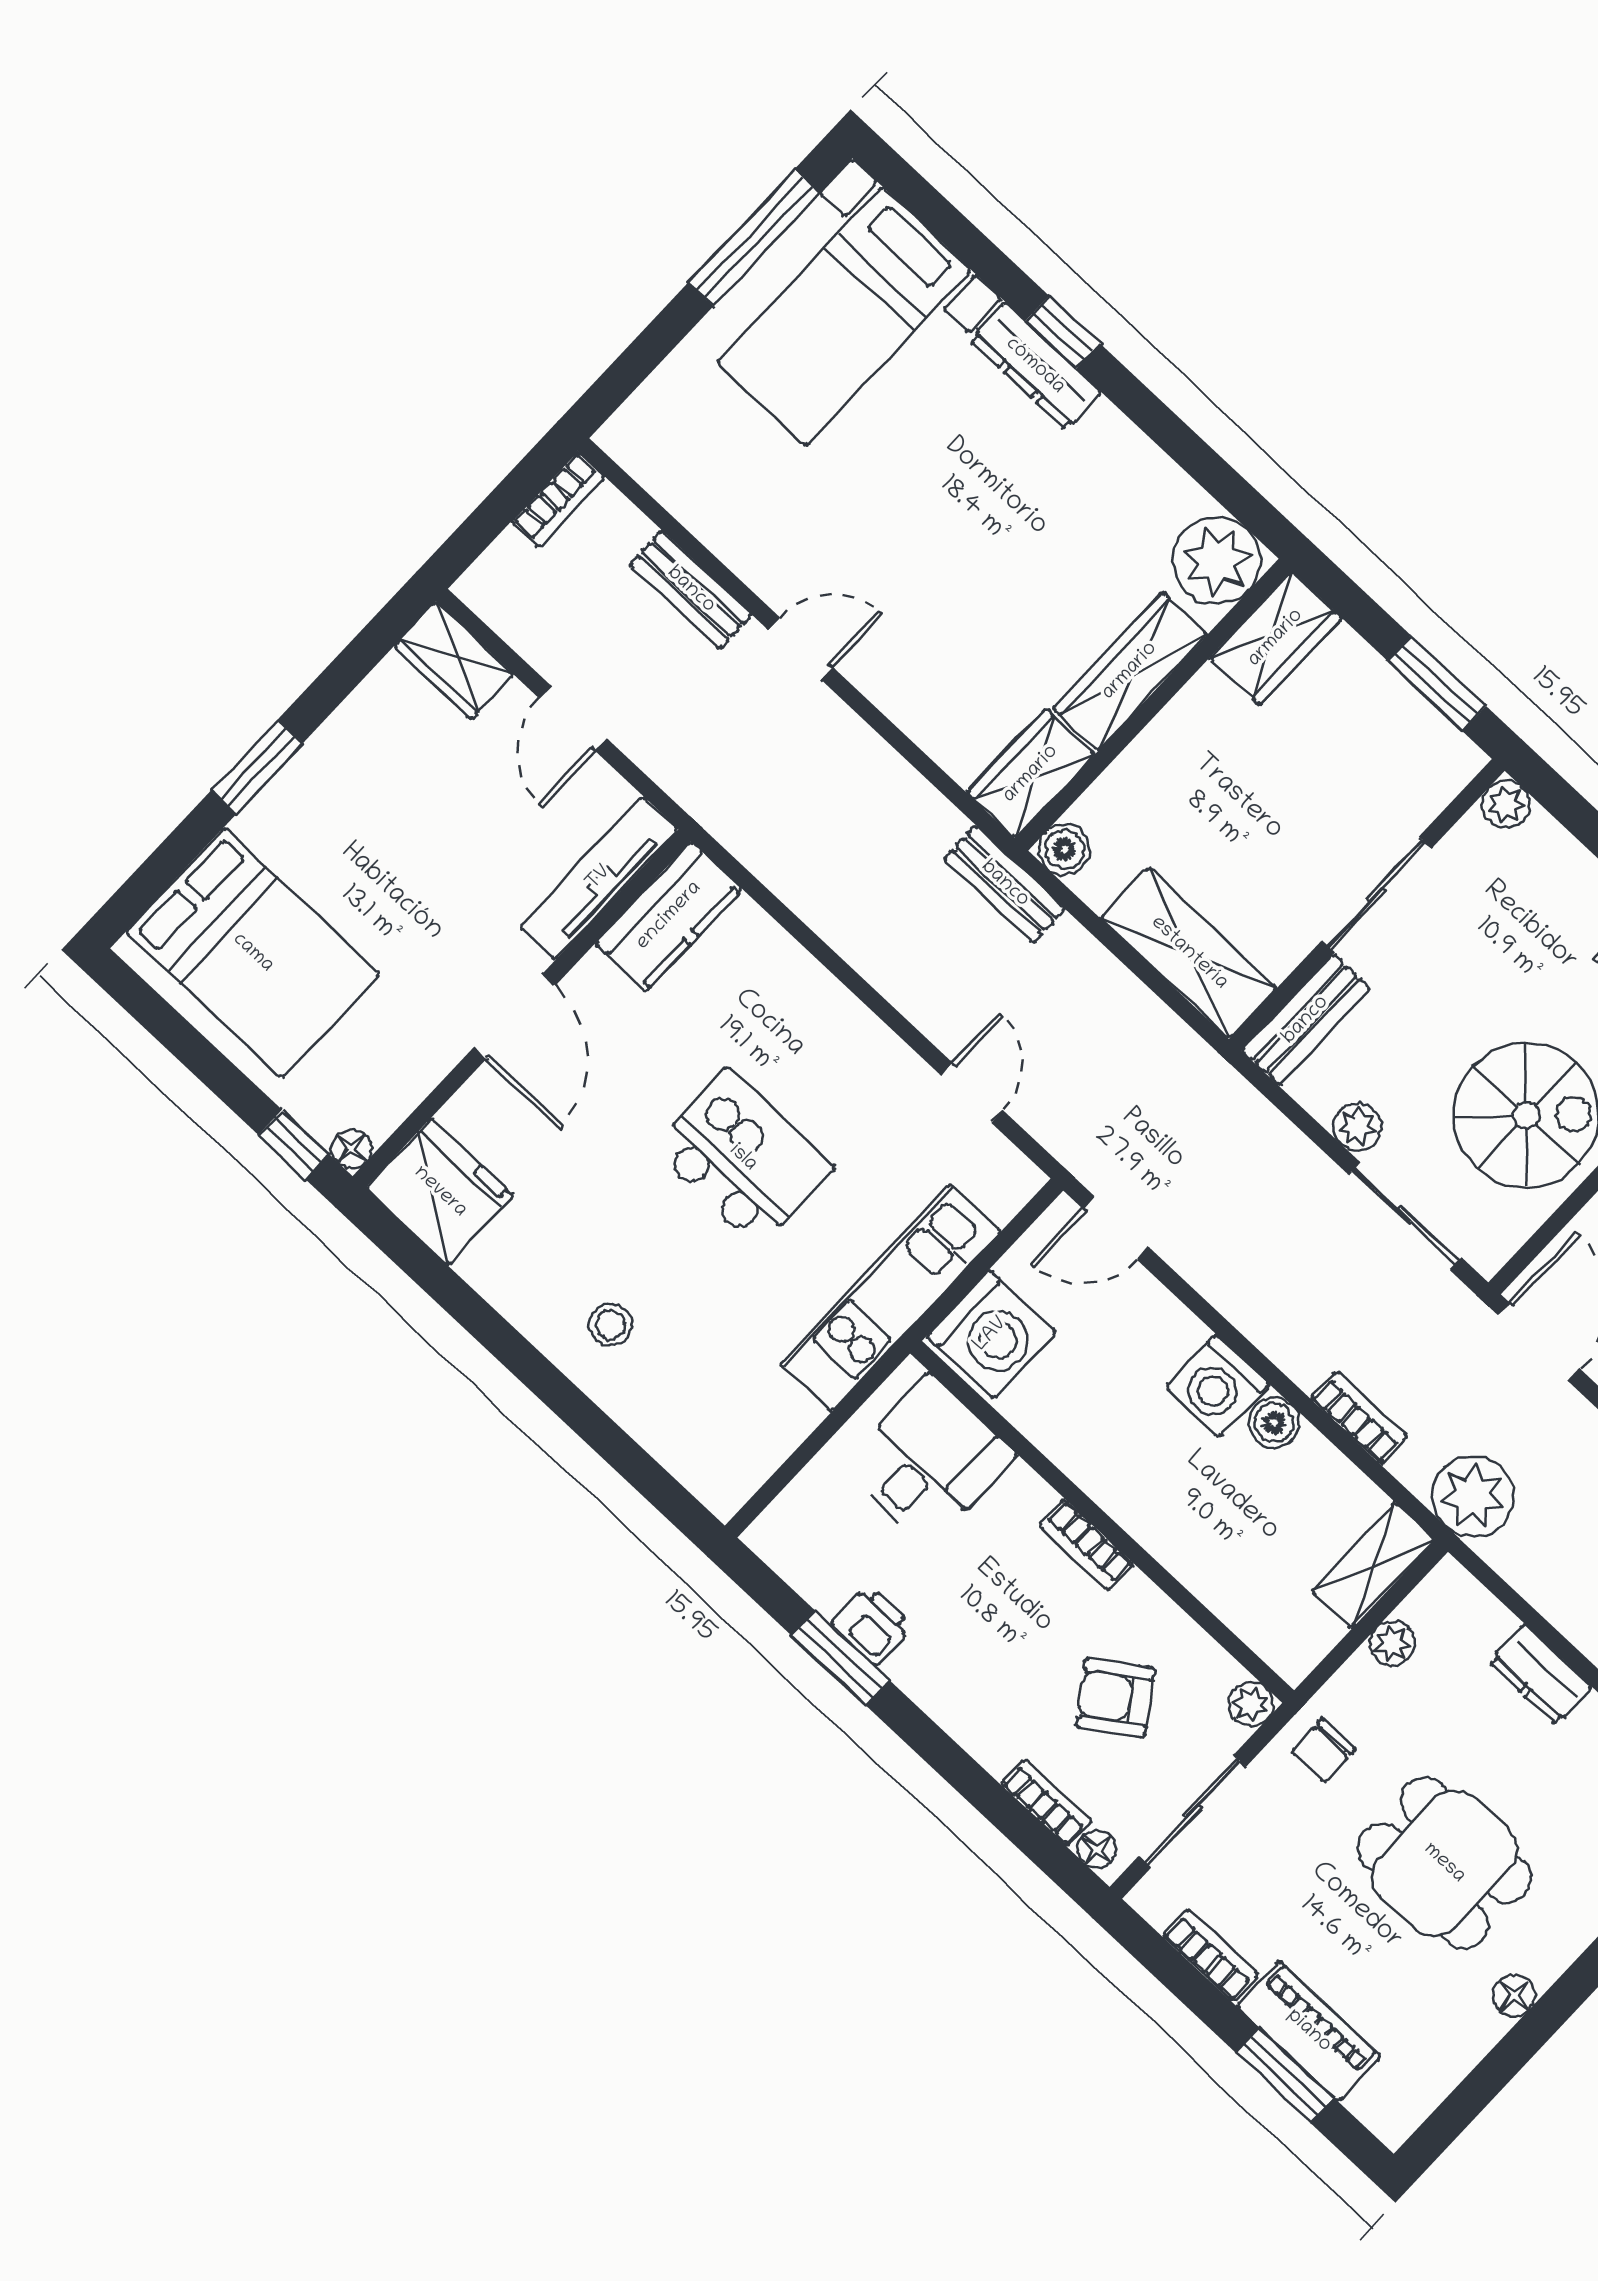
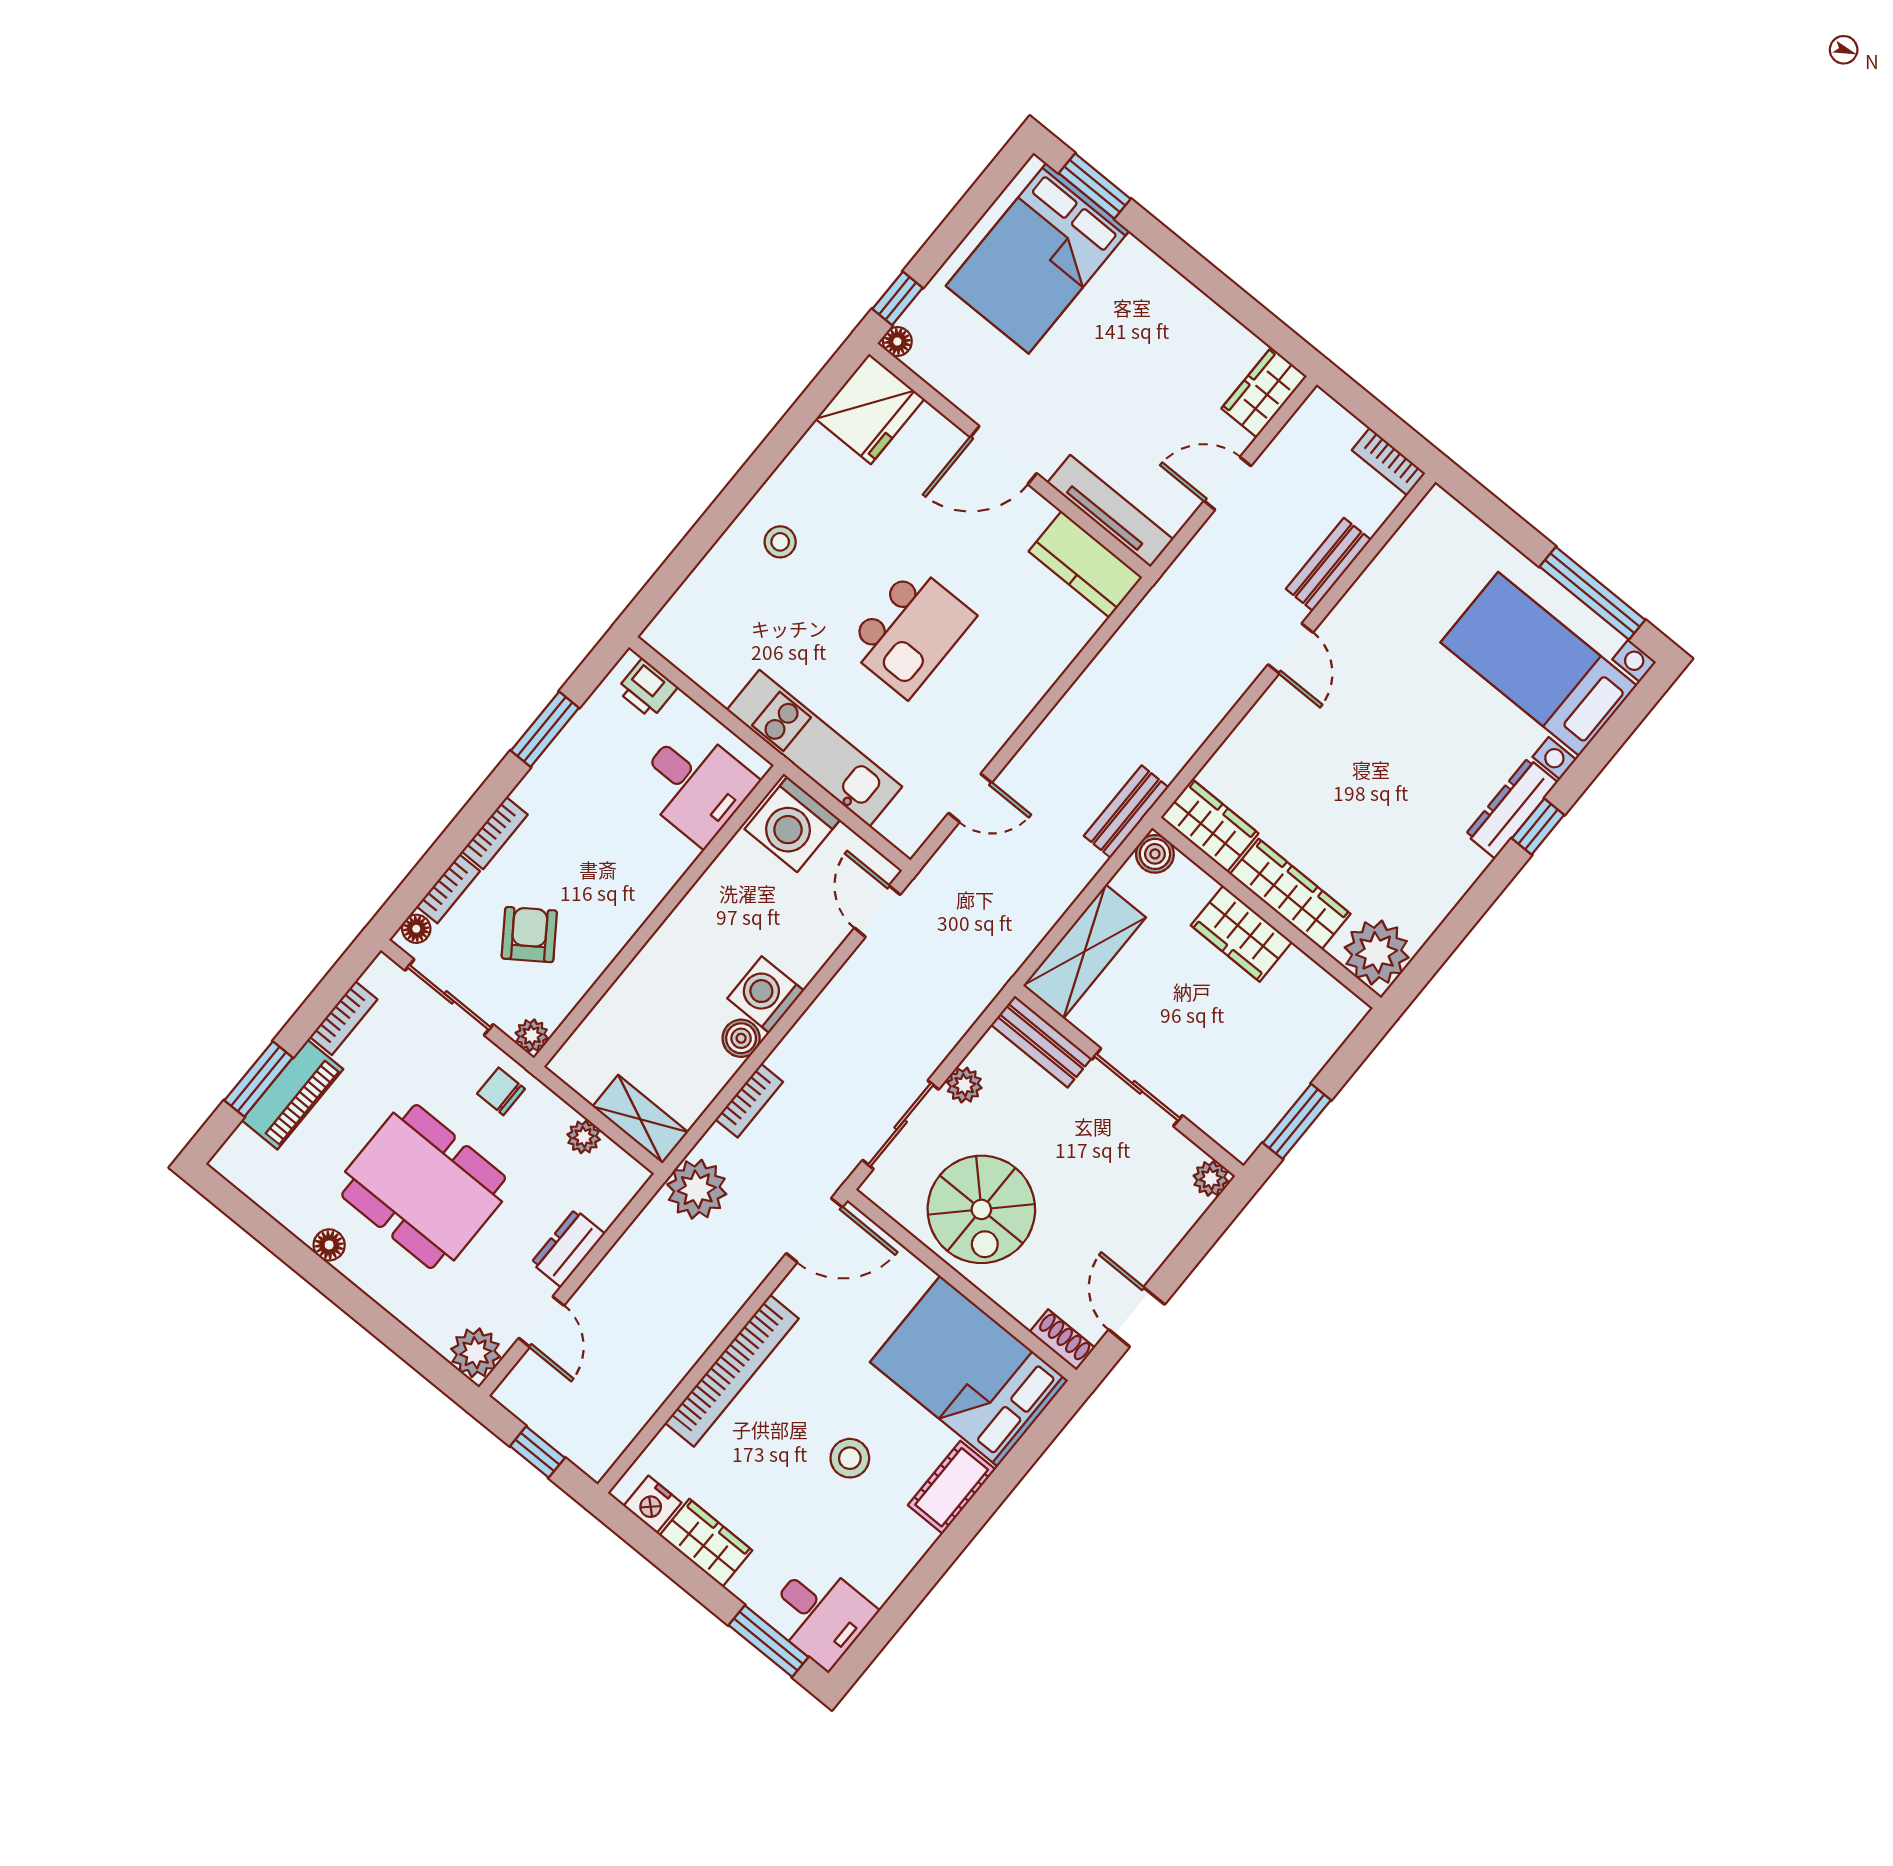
wardrobe: (1276, 638) -> (1241, 934), moved
window: (257, 767) -> (1095, 186), moved
bookcase: (1086, 1545) -> (495, 833), moved, turned 180
printer: (872, 1625) -> (647, 689), moved, turned 90
dining table: (1444, 1863) -> (424, 1187), width x1.38

